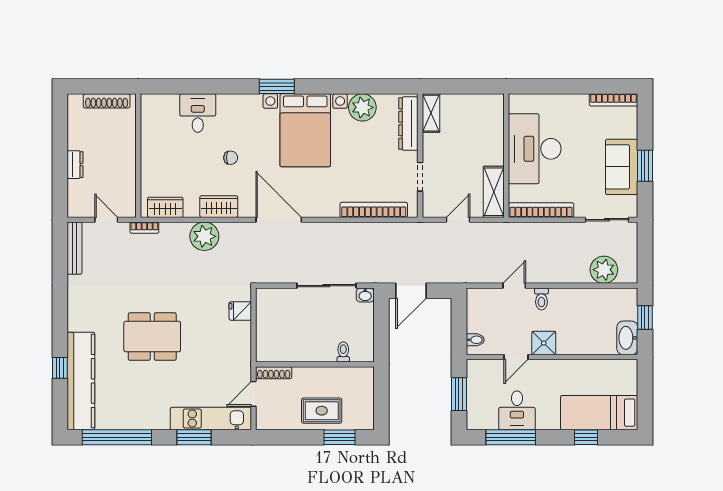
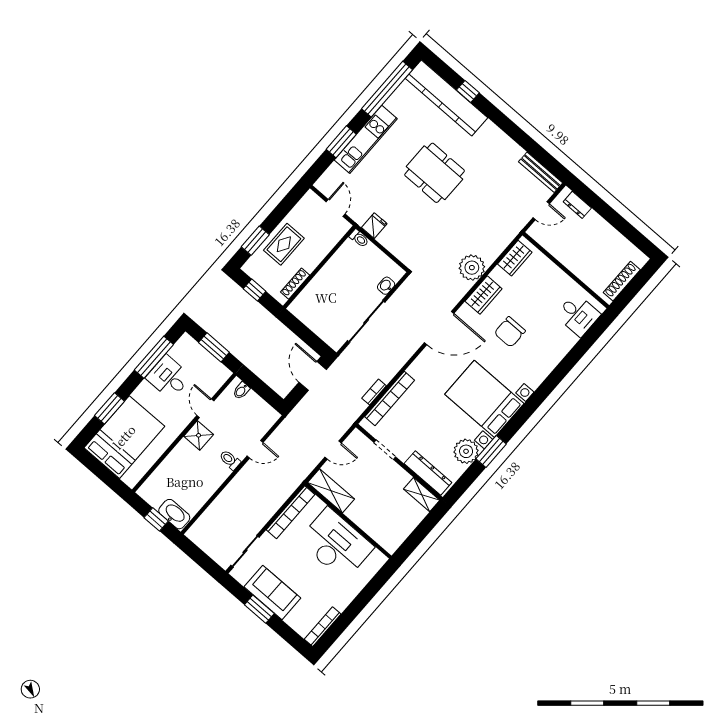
window: (277, 86) -> (491, 451), moved
desk: (198, 113) -> (578, 315), moved
chair: (231, 158) -> (510, 332), width x1.87, depth x1.87
dresser: (75, 165) -> (577, 205), moved
door: (458, 220) -> (333, 450), hinge flipped
bookcase: (144, 228) -> (374, 392), moved
plant: (604, 270) -> (213, 520), removed
door: (514, 286) -> (255, 449), hinge flipped
washbasin: (365, 295) -> (386, 286), moved
fridge: (240, 311) -> (374, 226), moved
dining table: (152, 337) -> (435, 173), turned 90
washbasin: (627, 338) -> (174, 514), moved
toilet: (343, 352) -> (359, 238), moved
shoe rack: (274, 373) -> (295, 284), moved
window: (381, 402) -> (255, 290), added
bed: (599, 413) -> (124, 437), width x1.50
kitchen unit: (211, 418) -> (366, 139), moved
window: (586, 437) -> (109, 408), width x1.50

